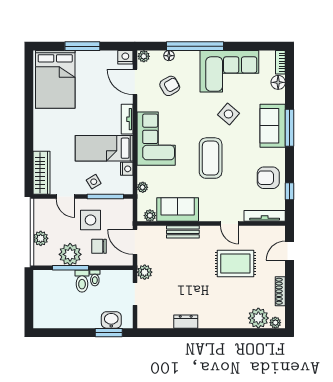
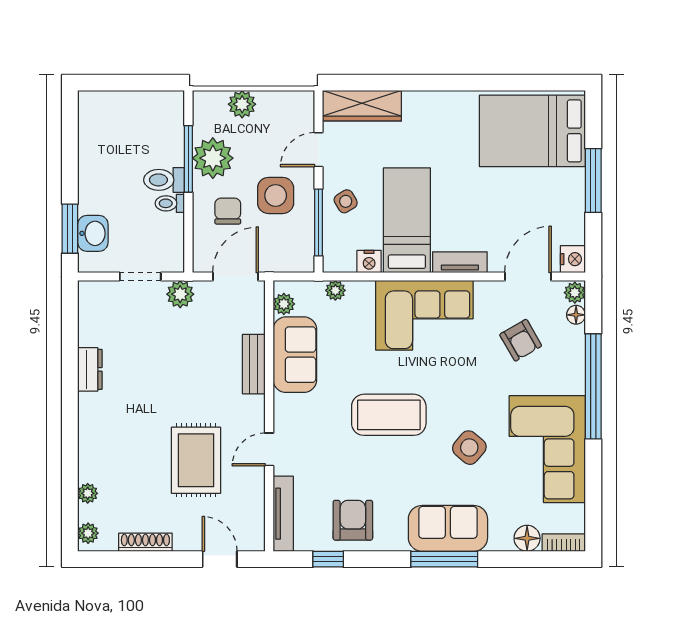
floor lamp: (169, 56) -> (576, 315), moved
plant: (258, 318) -> (88, 493), width x0.53, depth x0.53

